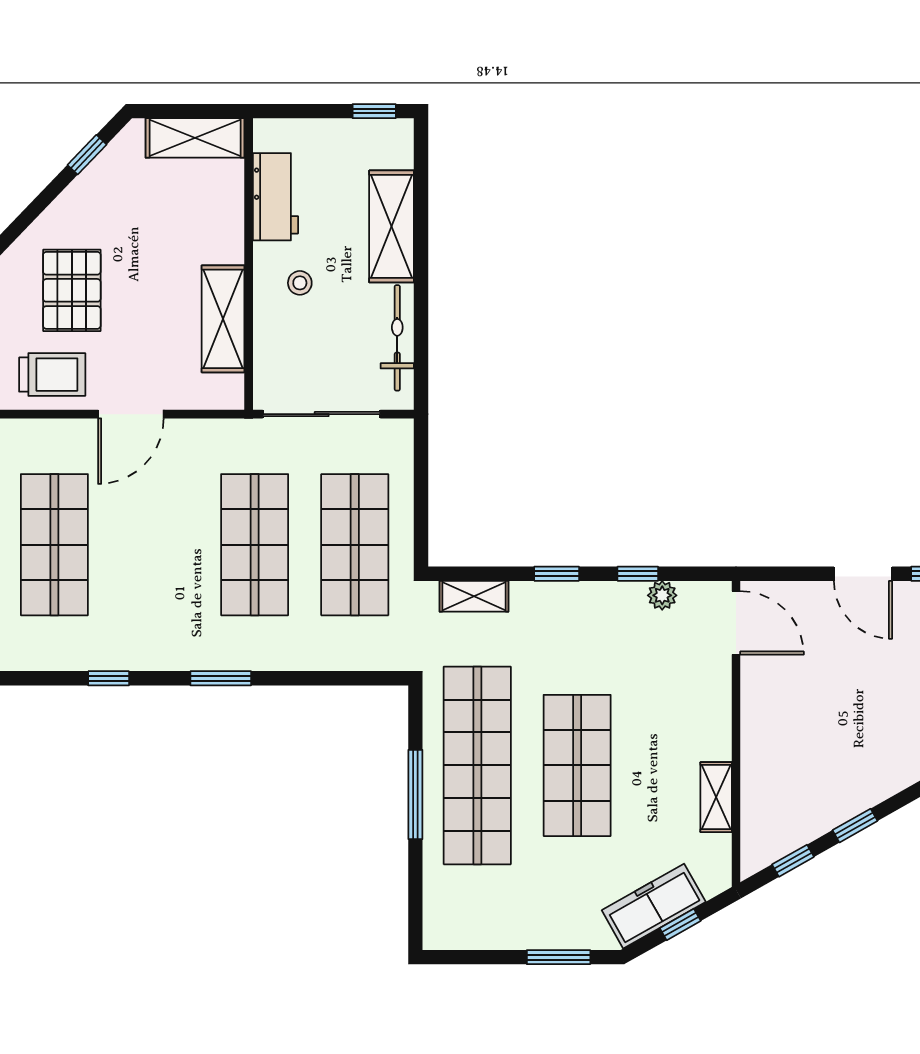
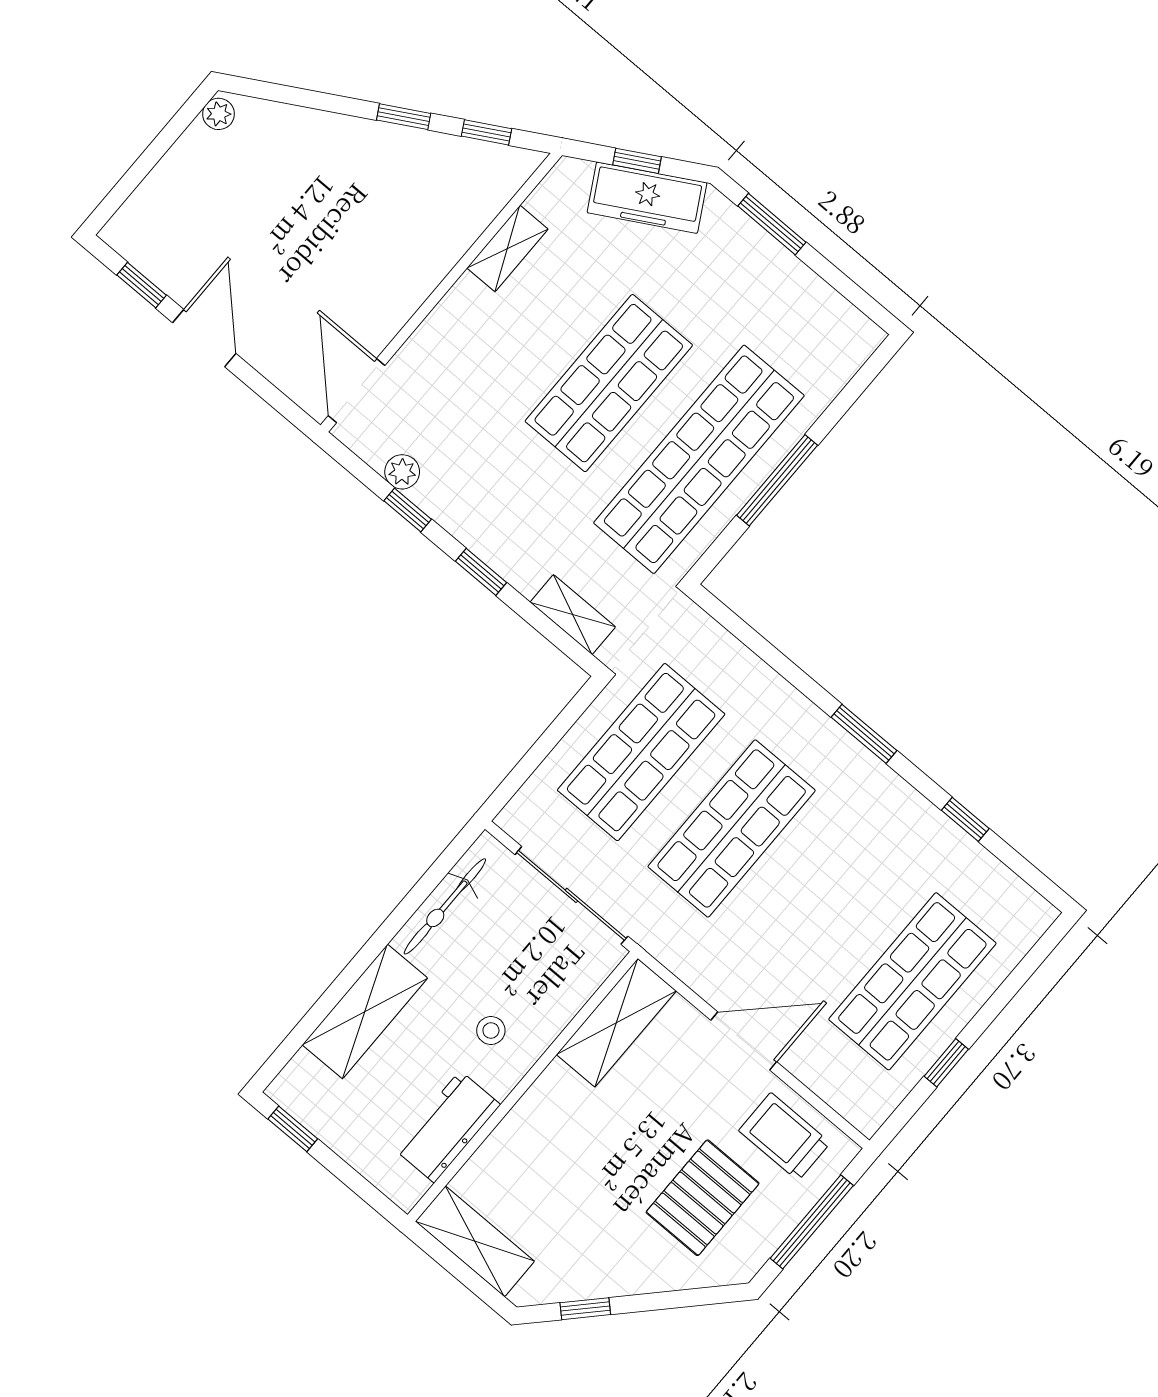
shelving: (223, 319) -> (616, 1023), moved

